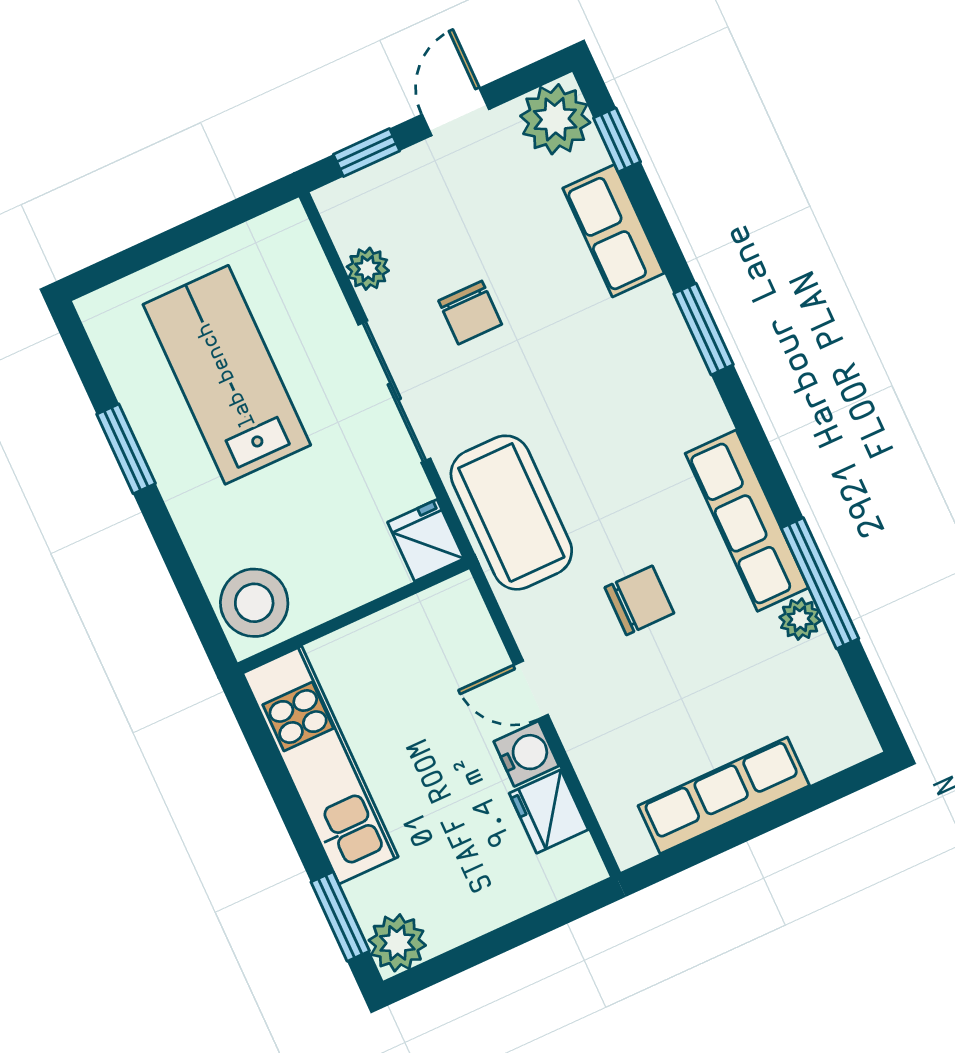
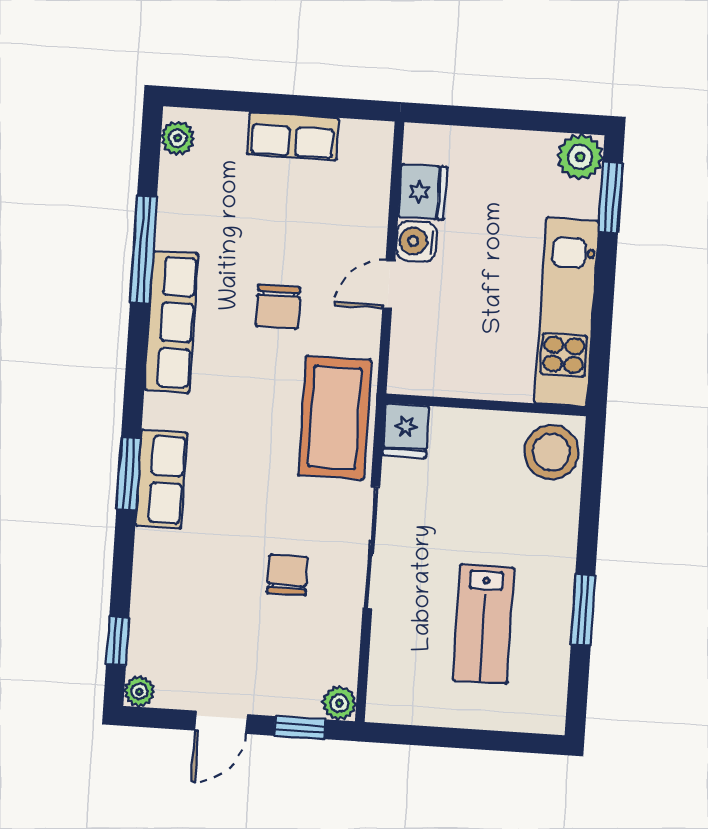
plant: (555, 119) -> (139, 691), width x0.53, depth x0.53
row of seats: (613, 231) -> (161, 479), moved
plant: (368, 269) -> (339, 703), moved
lab bench: (227, 375) -> (483, 624), width x0.73, depth x0.72
chair: (639, 600) -> (278, 307), turned -90
plant: (800, 619) -> (178, 138), moved
door: (531, 690) -> (389, 285), swing flipped
row of seats: (724, 796) -> (293, 136), width x0.68

